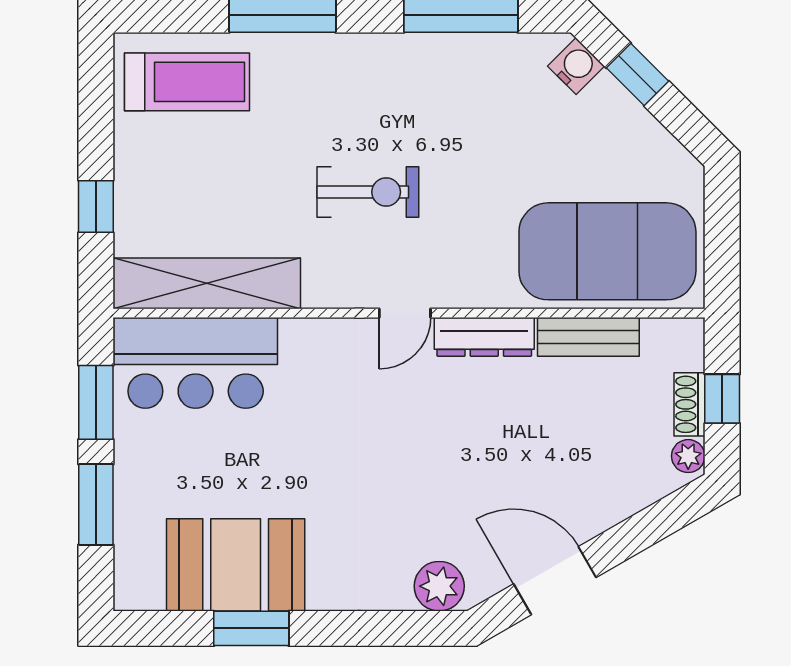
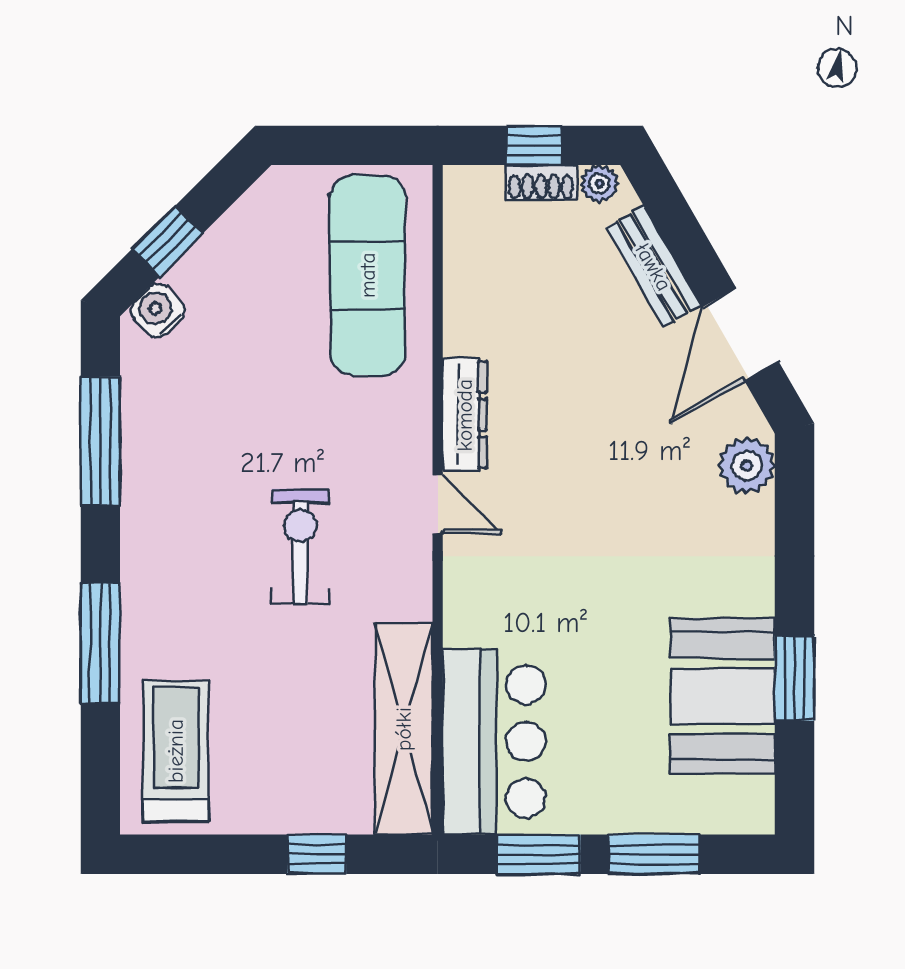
exercise mat: (607, 251) -> (368, 275), width x0.68
bench: (588, 337) -> (653, 267), moved, turned -30

